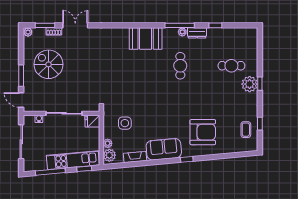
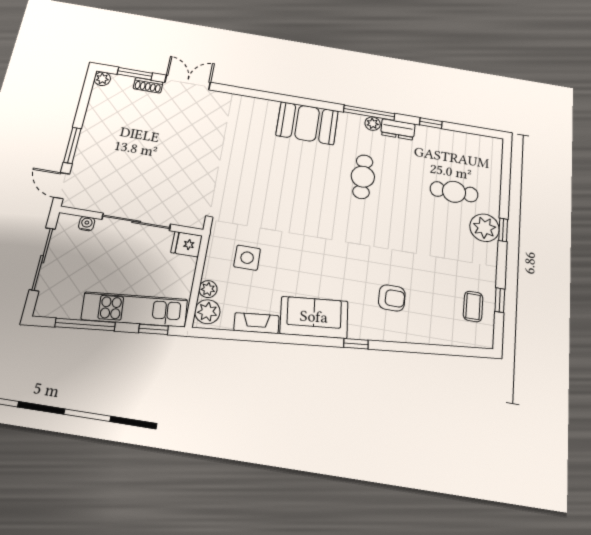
spiral stairs: (49, 64) -> (126, 135), removed
armchair: (203, 132) -> (392, 298), width x0.53, depth x0.53

